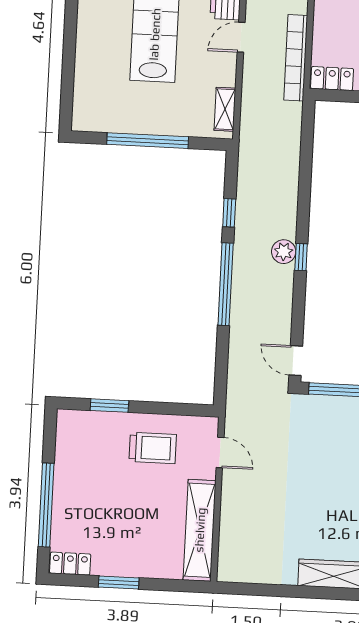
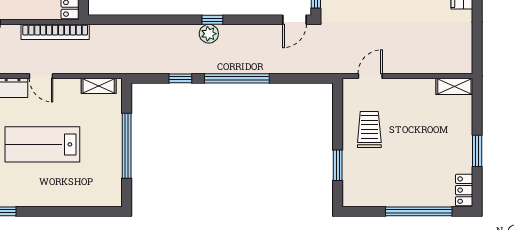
shelving: (200, 530) -> (454, 86), width x0.45, depth x0.75

